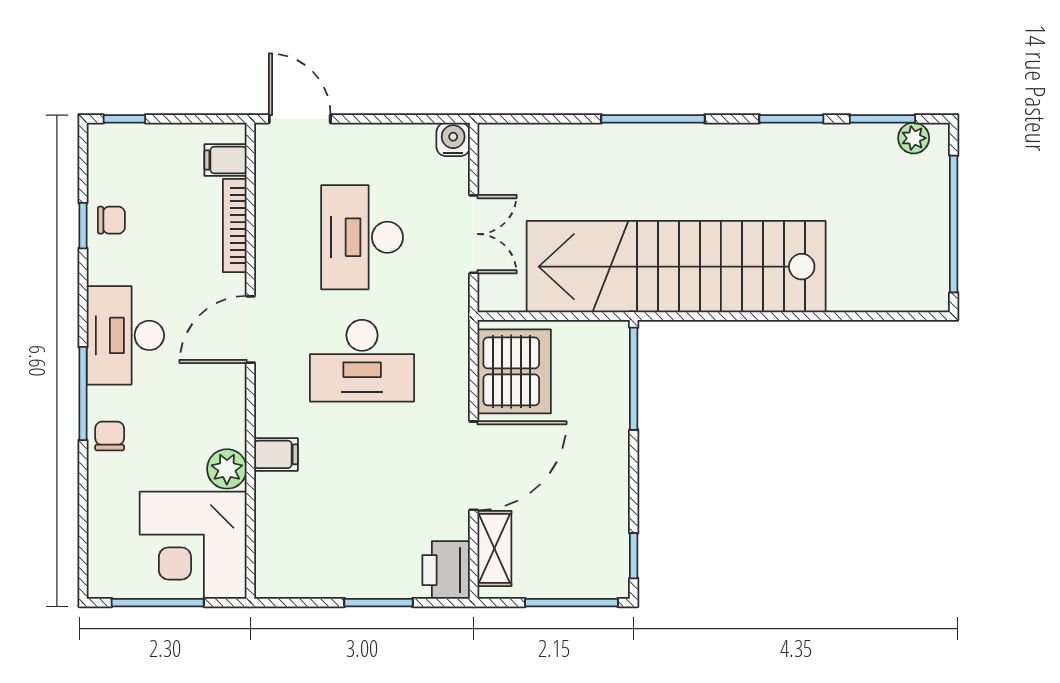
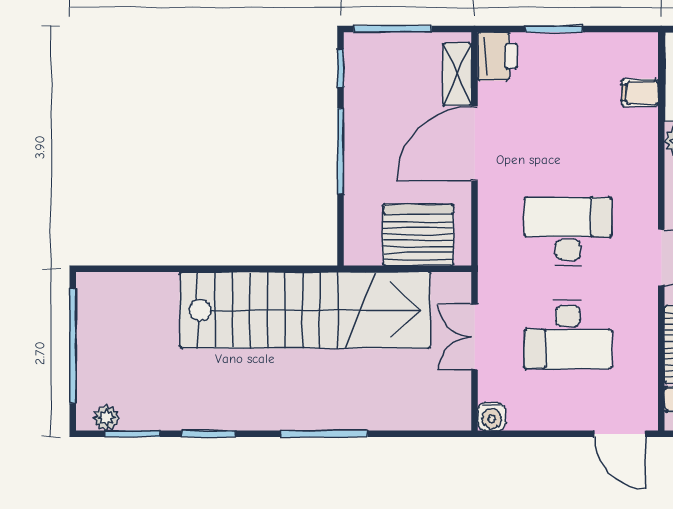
desk: (362, 237) -> (568, 335), turned 90
server rack: (514, 371) -> (418, 235), moved, turned 90
window: (634, 379) -> (341, 151), moved
filing cabinet: (276, 454) -> (640, 93), moved

